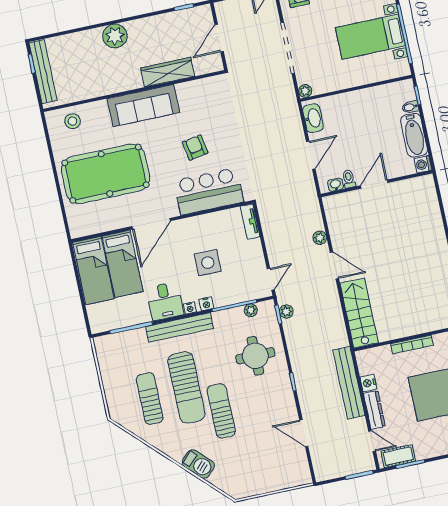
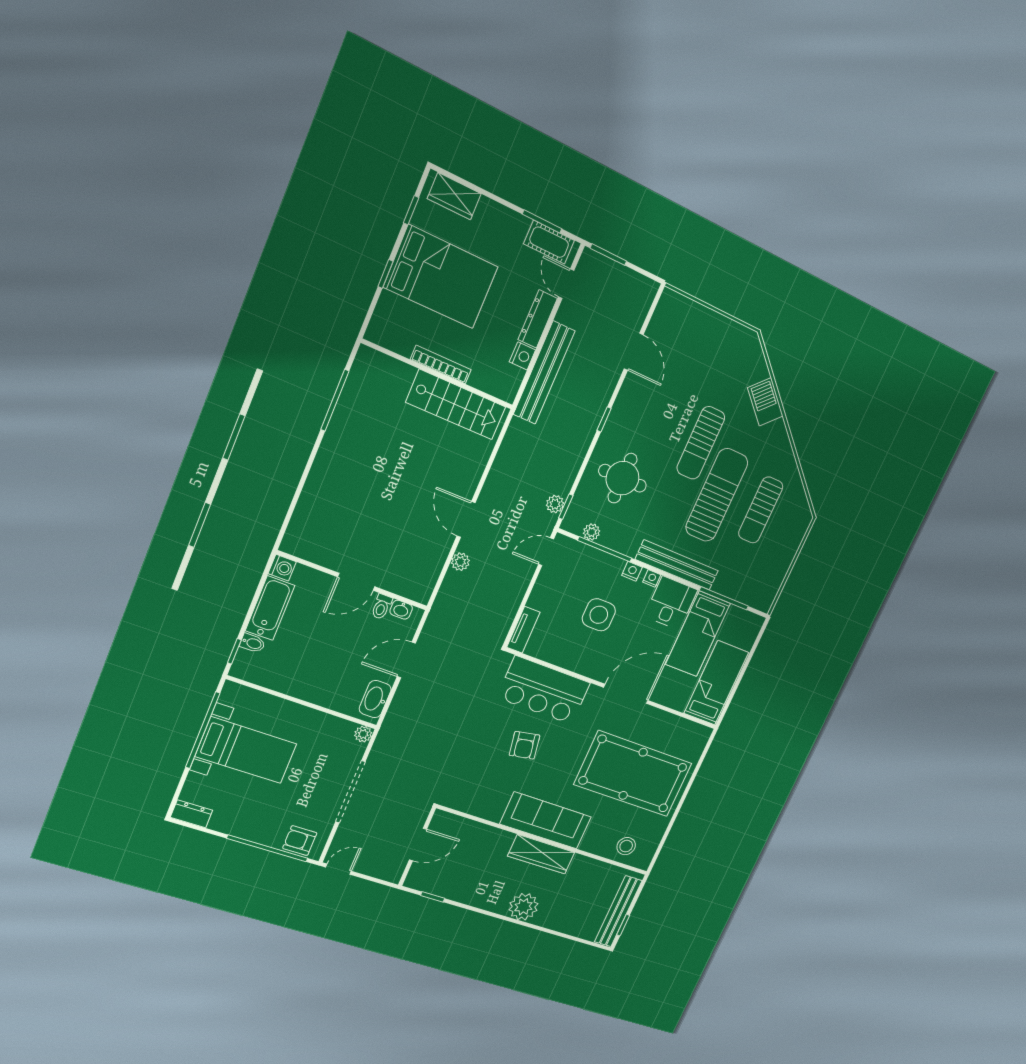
wardrobe: (168, 72) -> (541, 854), moved
bed: (123, 264) -> (698, 634), moved, turned 180
stairs: (359, 313) -> (456, 405), moved, turned -90

